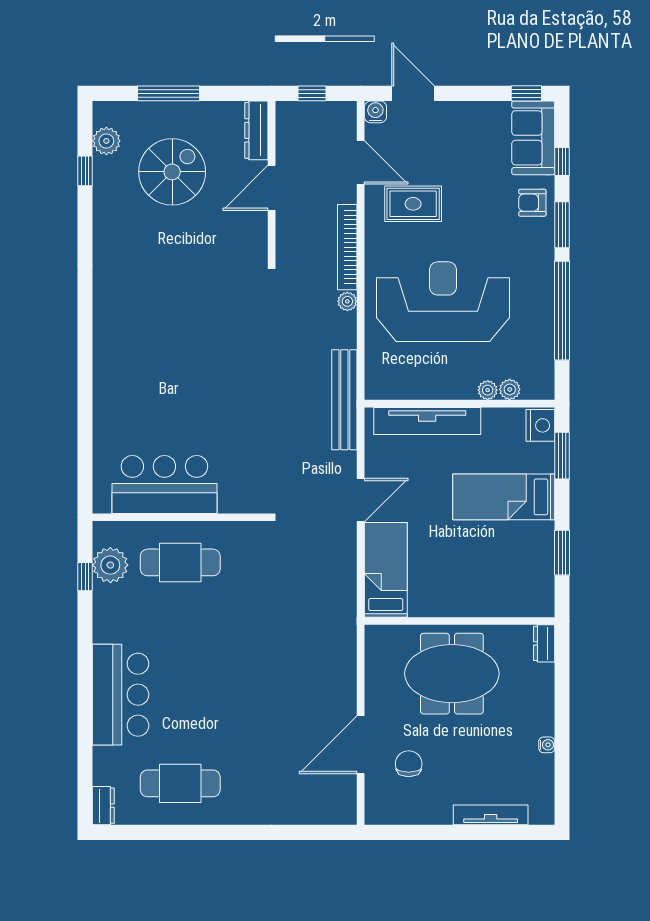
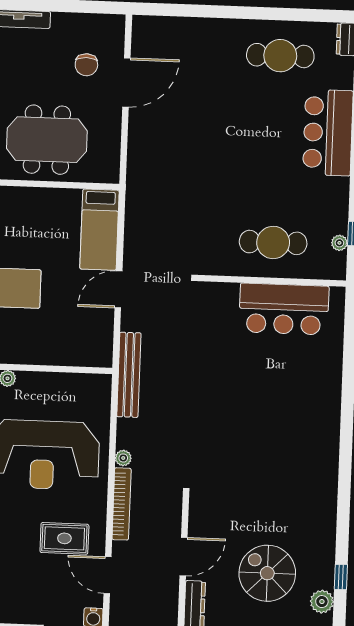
spiral stairs: (172, 172) -> (267, 573), turned 90
tv unit: (427, 421) -> (60, 354), removed
plant: (110, 565) -> (339, 243), width x0.53, depth x0.53

